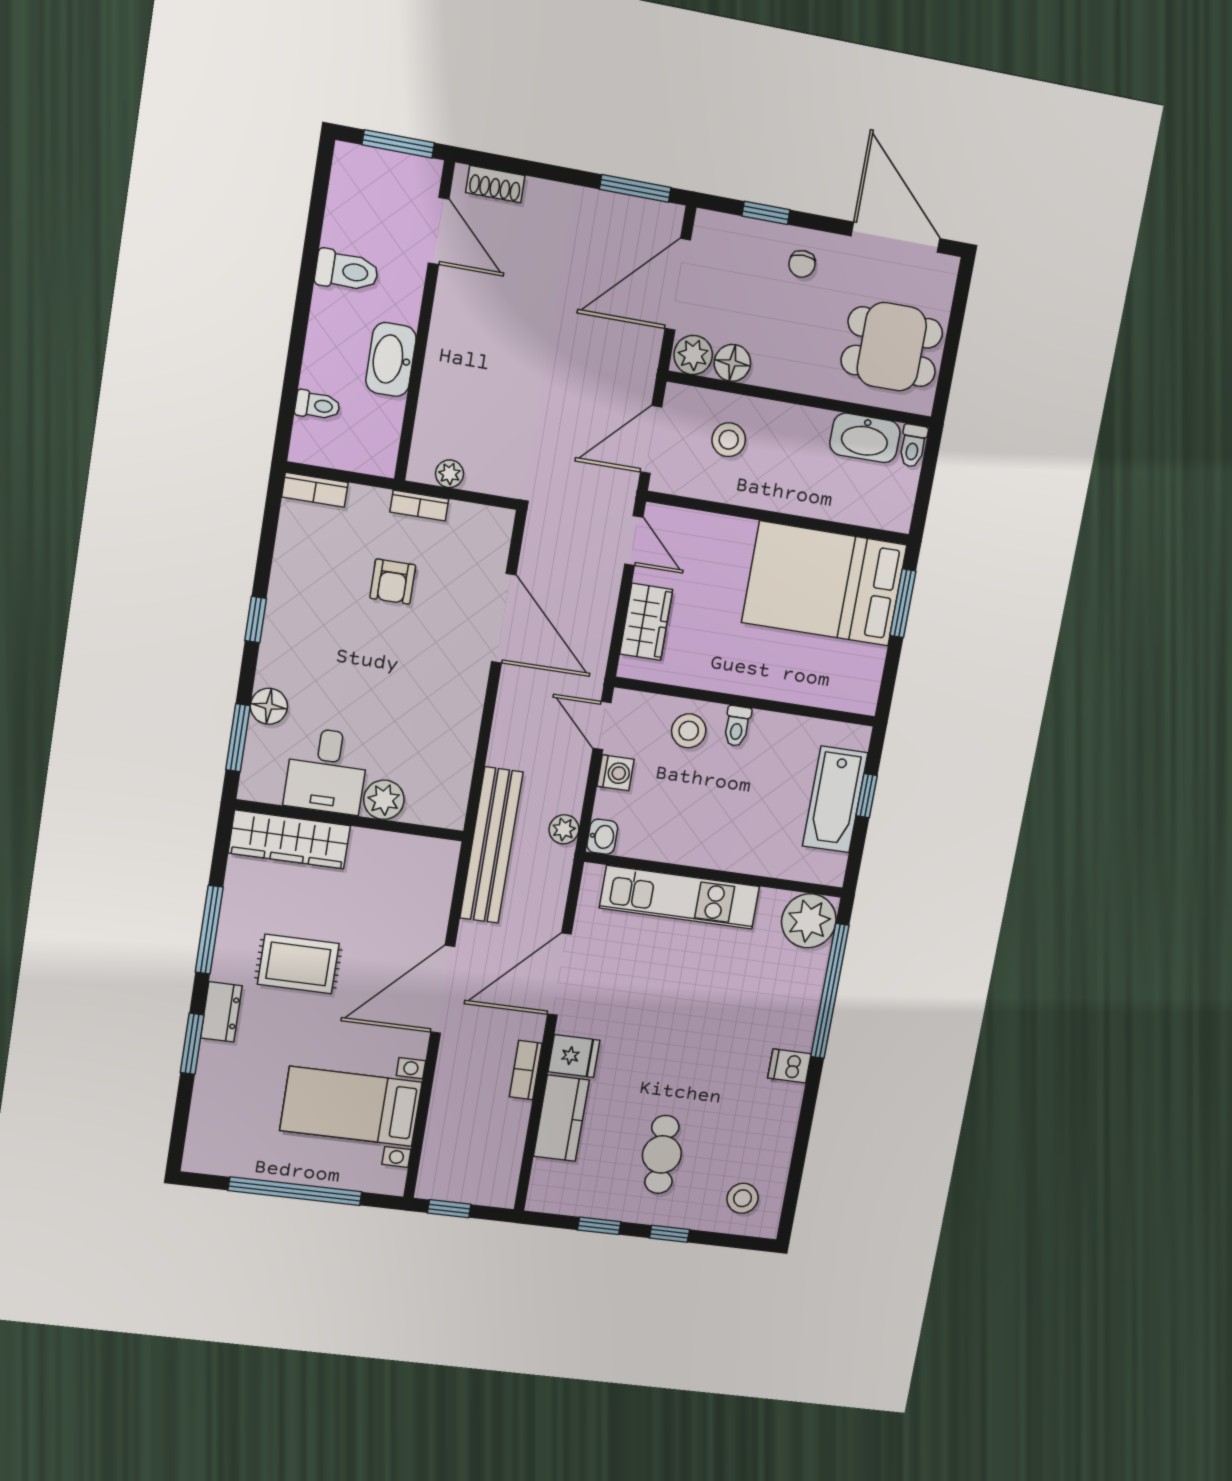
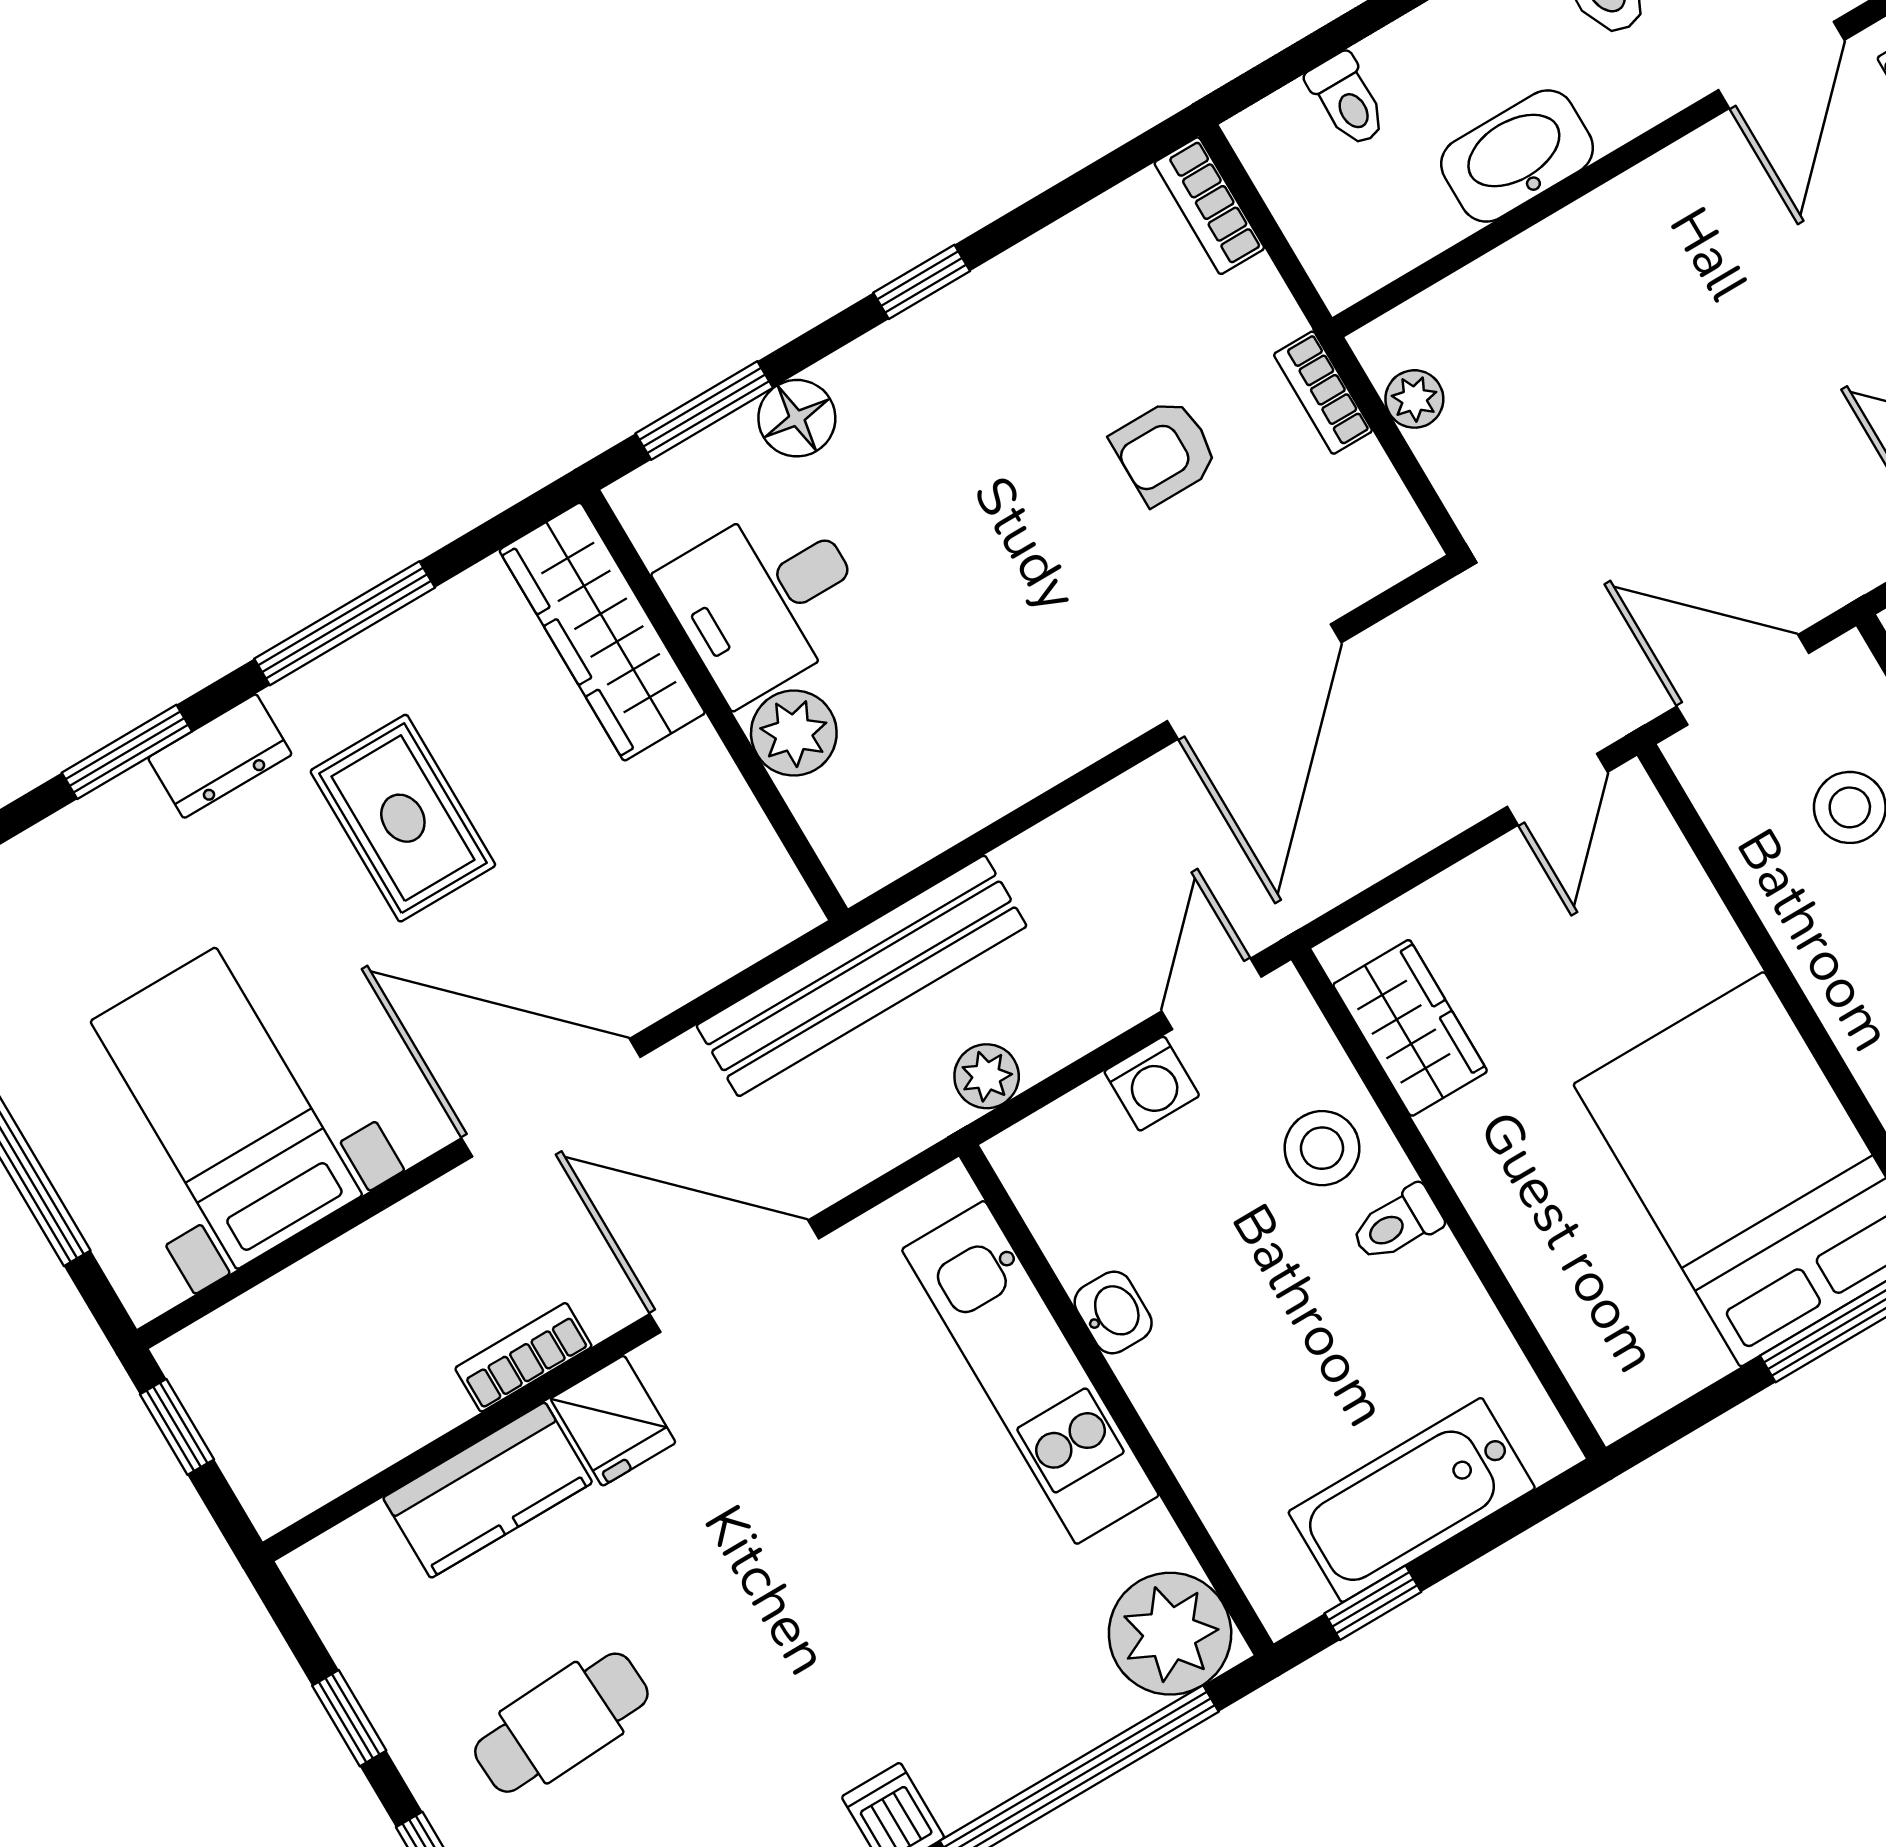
wardrobe: (646, 622) -> (1410, 1028), moved, turned -90
window: (867, 796) -> (1373, 1603), moved
washbasin: (602, 837) -> (1113, 1313), moved, turned -90

